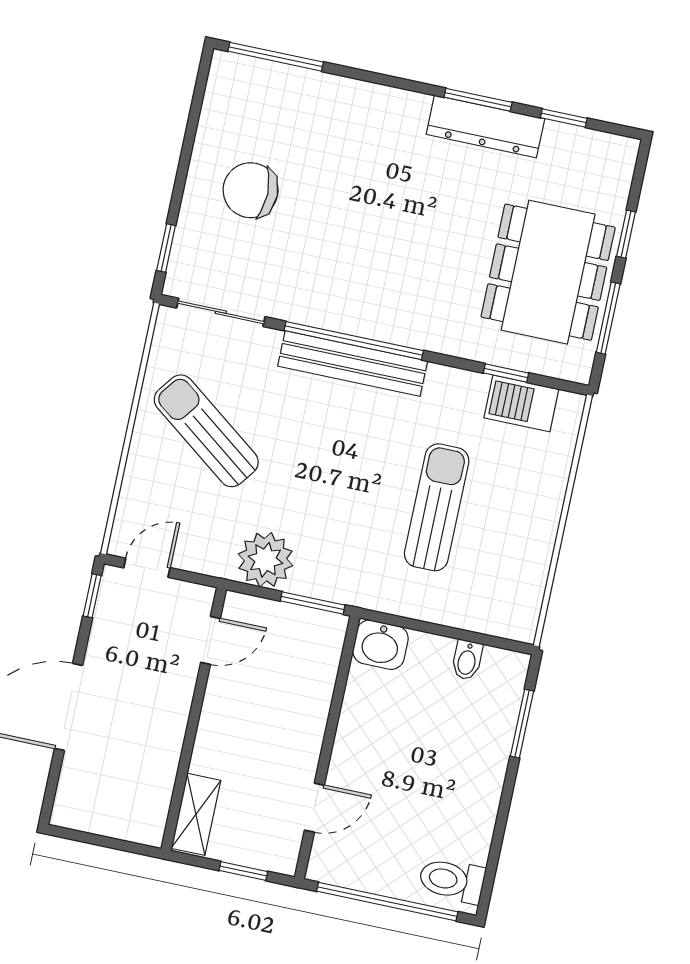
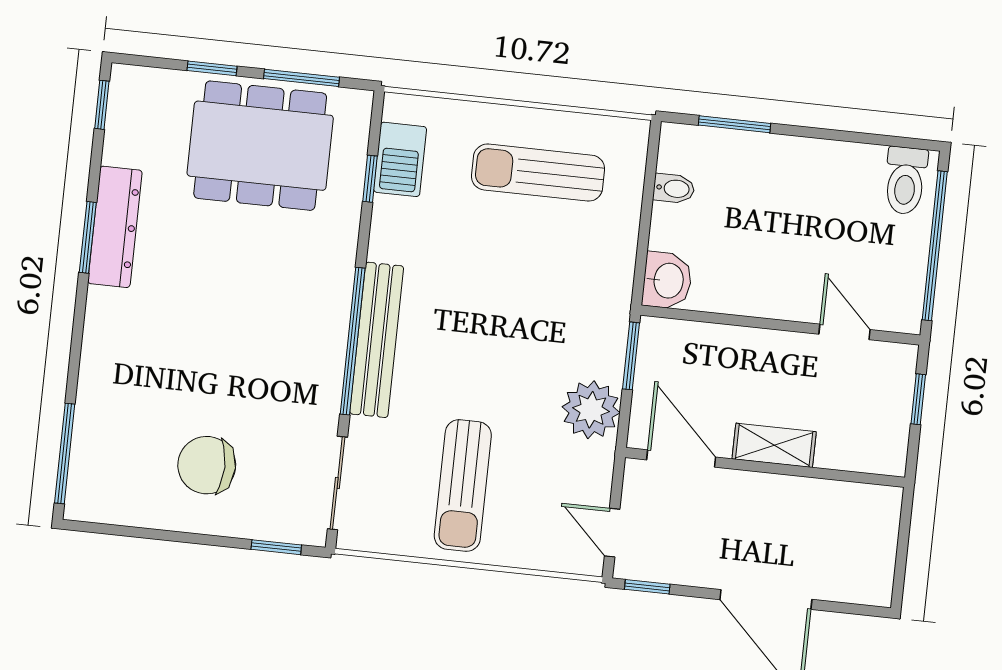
window: (564, 118) -> (102, 105), moved
chair: (251, 190) -> (207, 465), turned 90
sun lounger: (206, 431) -> (463, 486), turned -37
sun lounger: (437, 507) -> (538, 173), moved
door: (210, 640) -> (681, 458), width x1.38
shelving: (196, 814) -> (774, 445), moved

